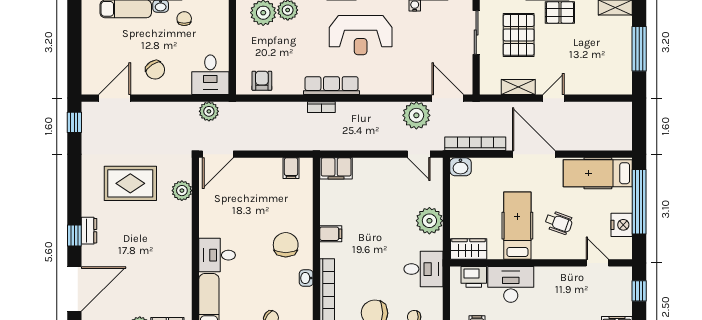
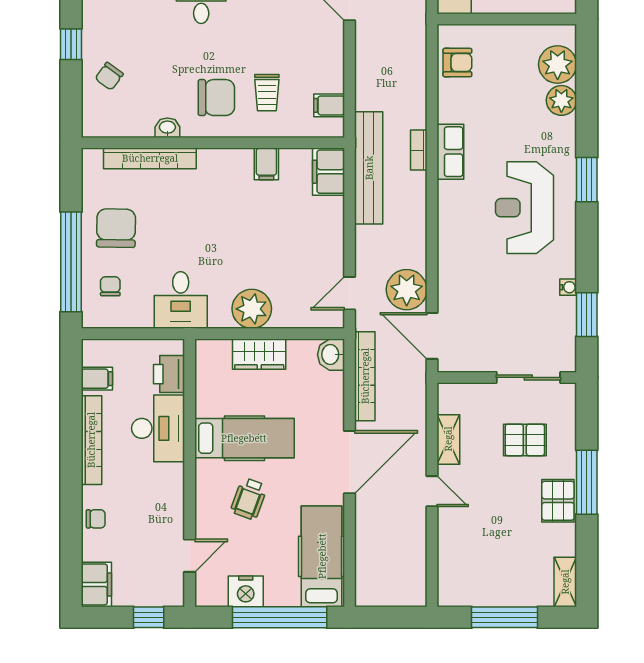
pallet: (519, 35) -> (525, 440), width x0.67, depth x0.71
row of seats: (332, 86) -> (450, 152), width x0.68
door: (448, 98) -> (432, 336), swing flipped
bench: (334, 141) -> (369, 168), added
trolley: (282, 210) -> (267, 93), added
filing cabinet: (331, 234) -> (266, 164), moved
wardrobe: (469, 249) -> (259, 354), moved, turned 90

